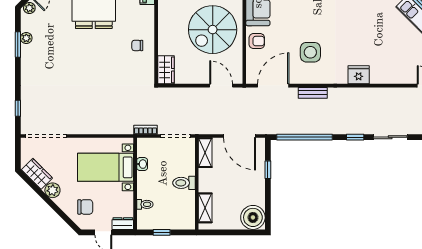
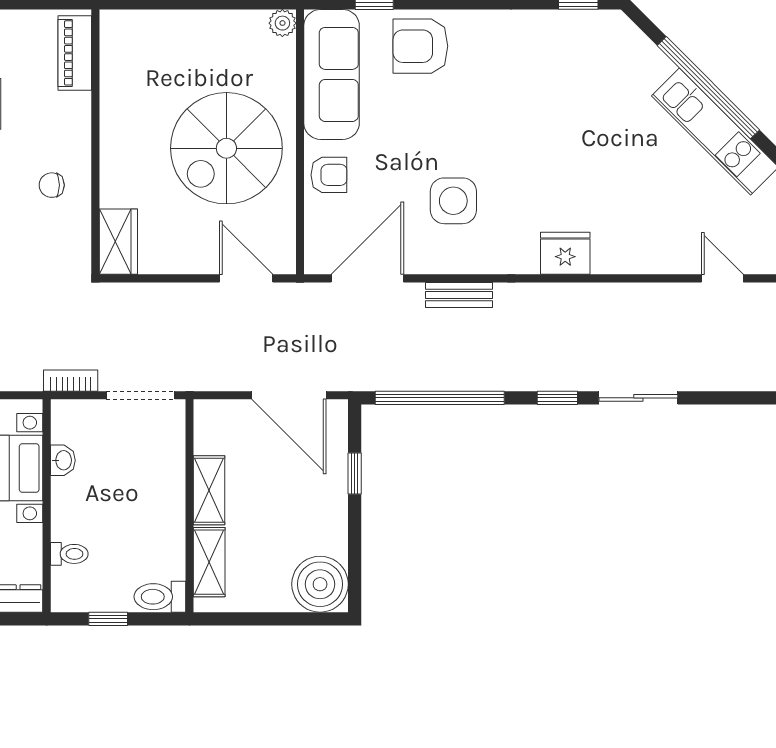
shelving: (205, 153) -> (209, 490), moved
toilet: (184, 183) -> (160, 597), moved

